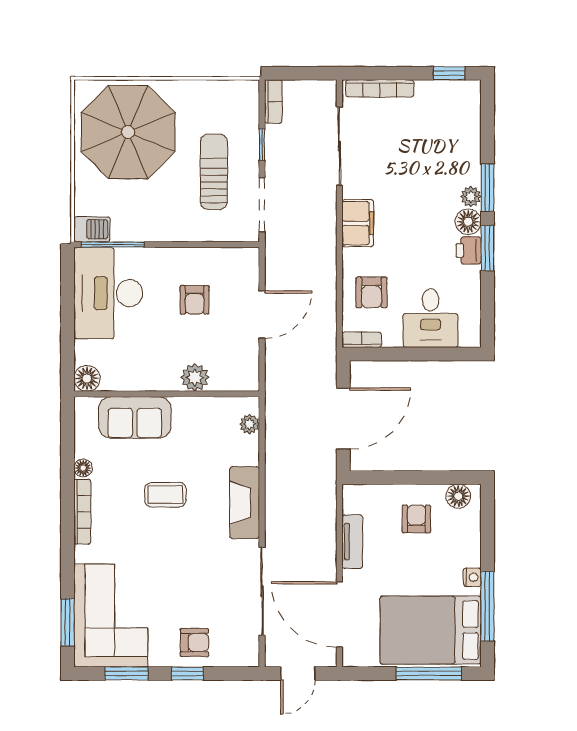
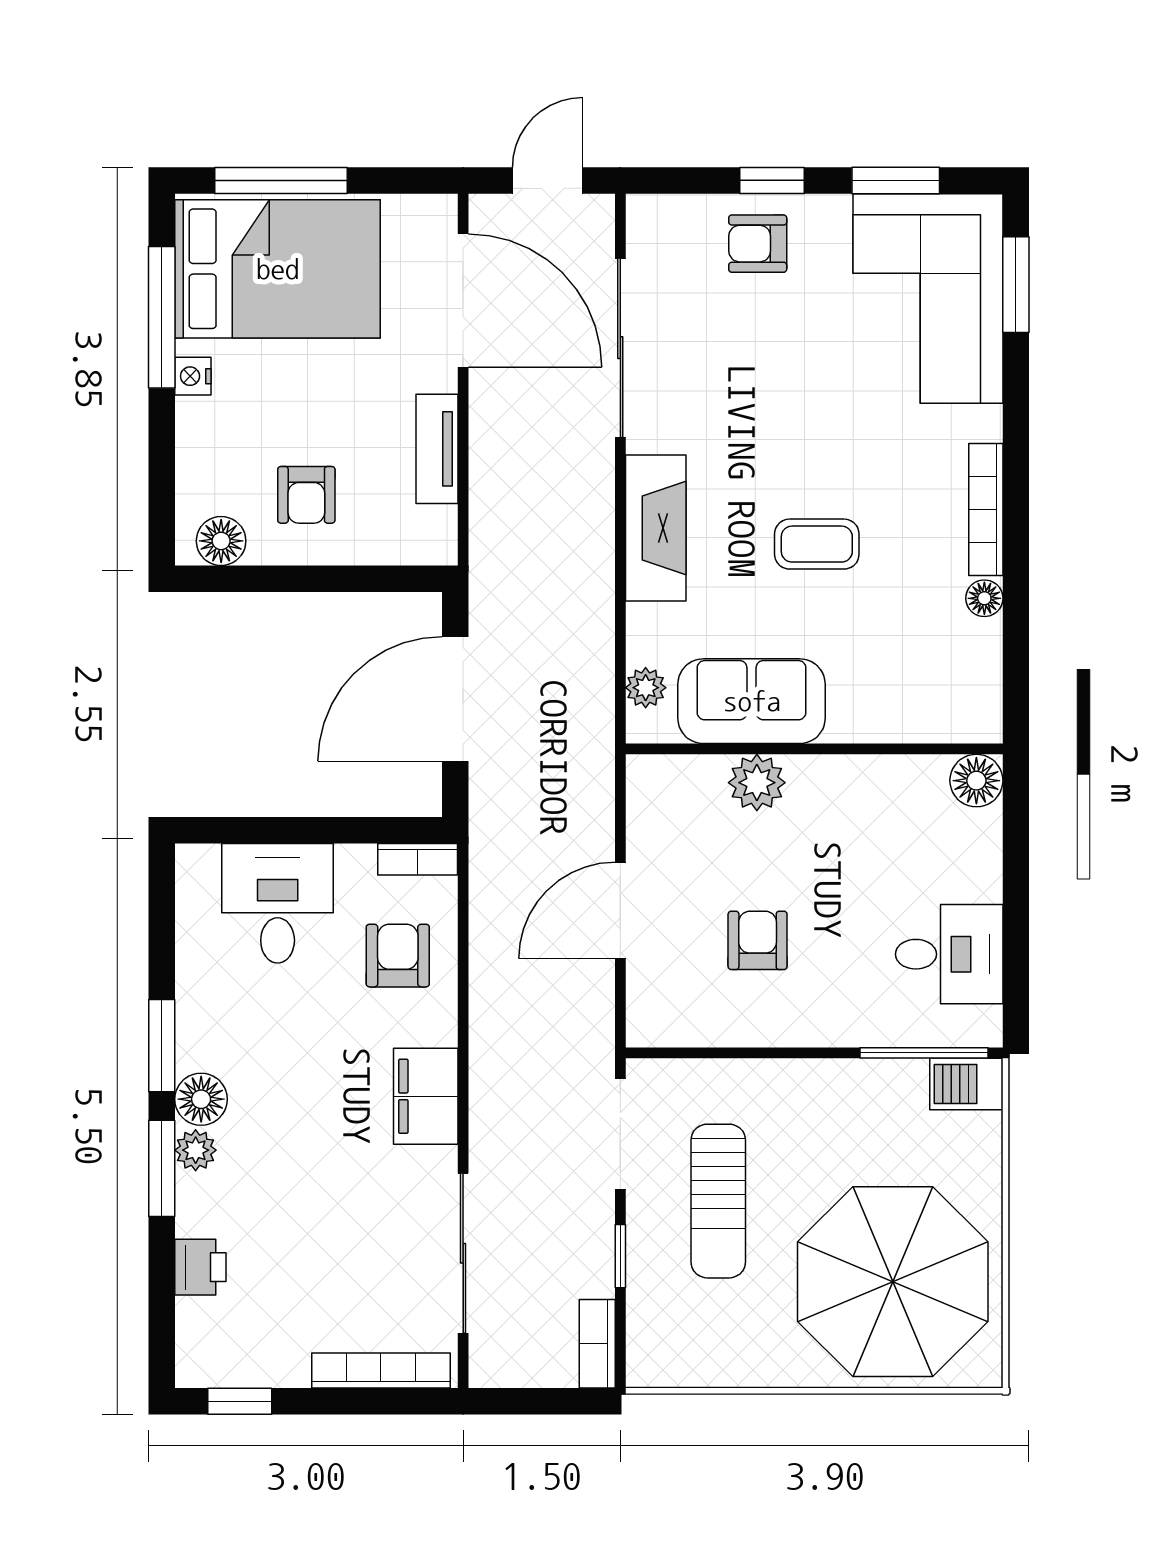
printer: (469, 250) -> (200, 1267), moved
desk: (108, 293) -> (949, 954), width x0.53, depth x0.77
sofa: (135, 417) -> (752, 701), moved

